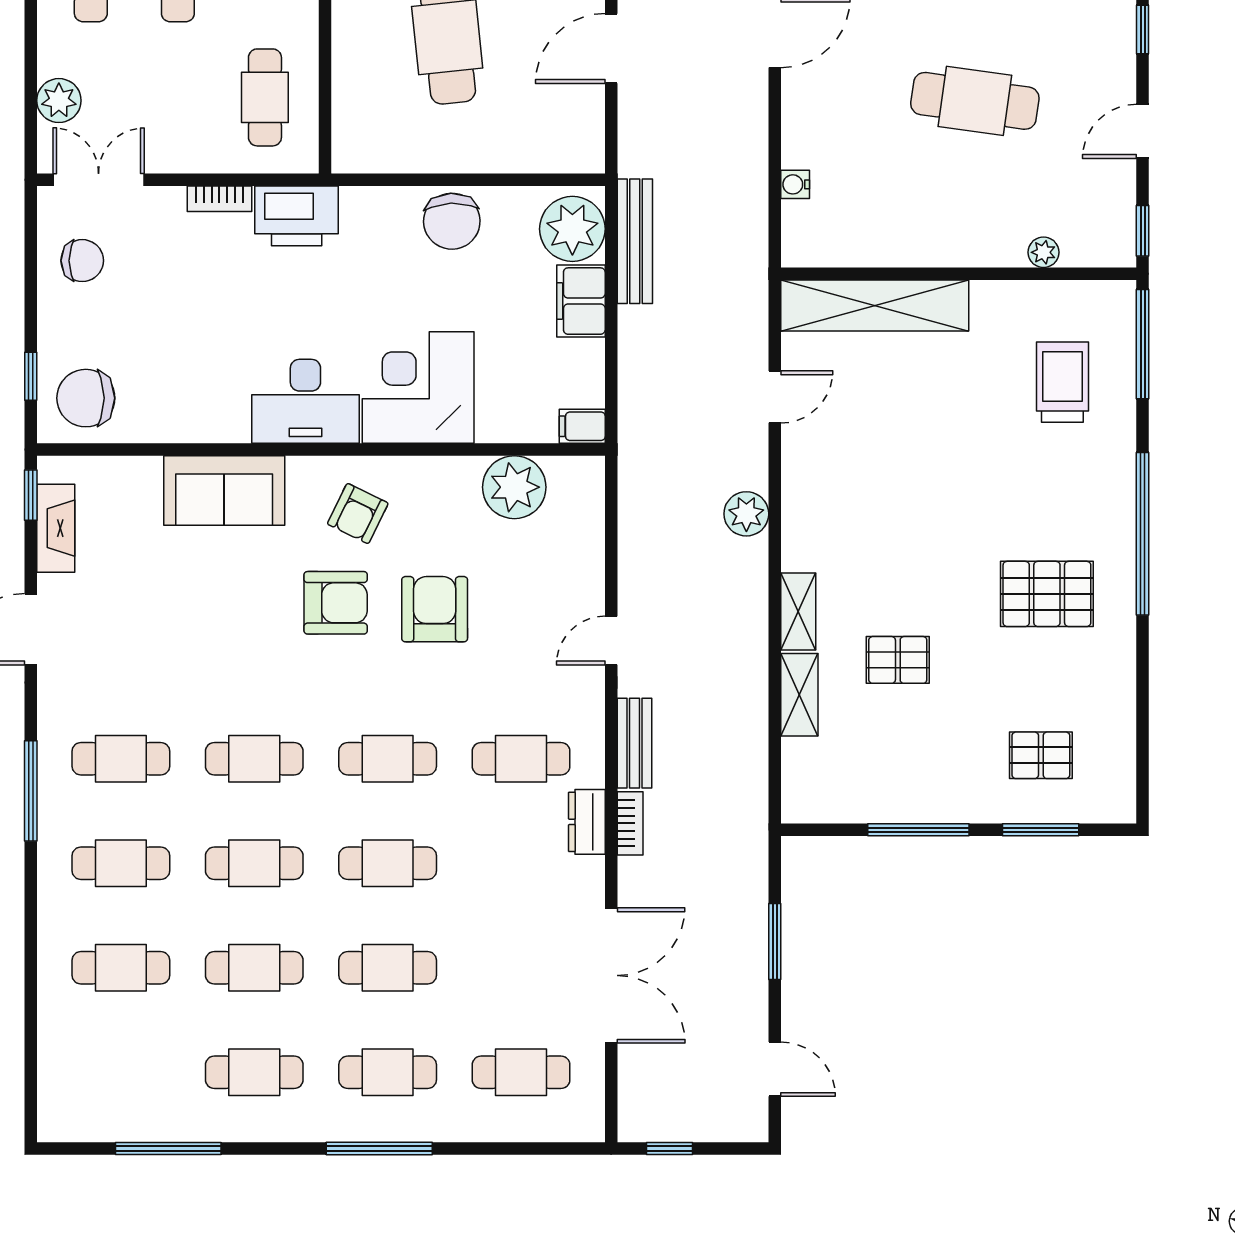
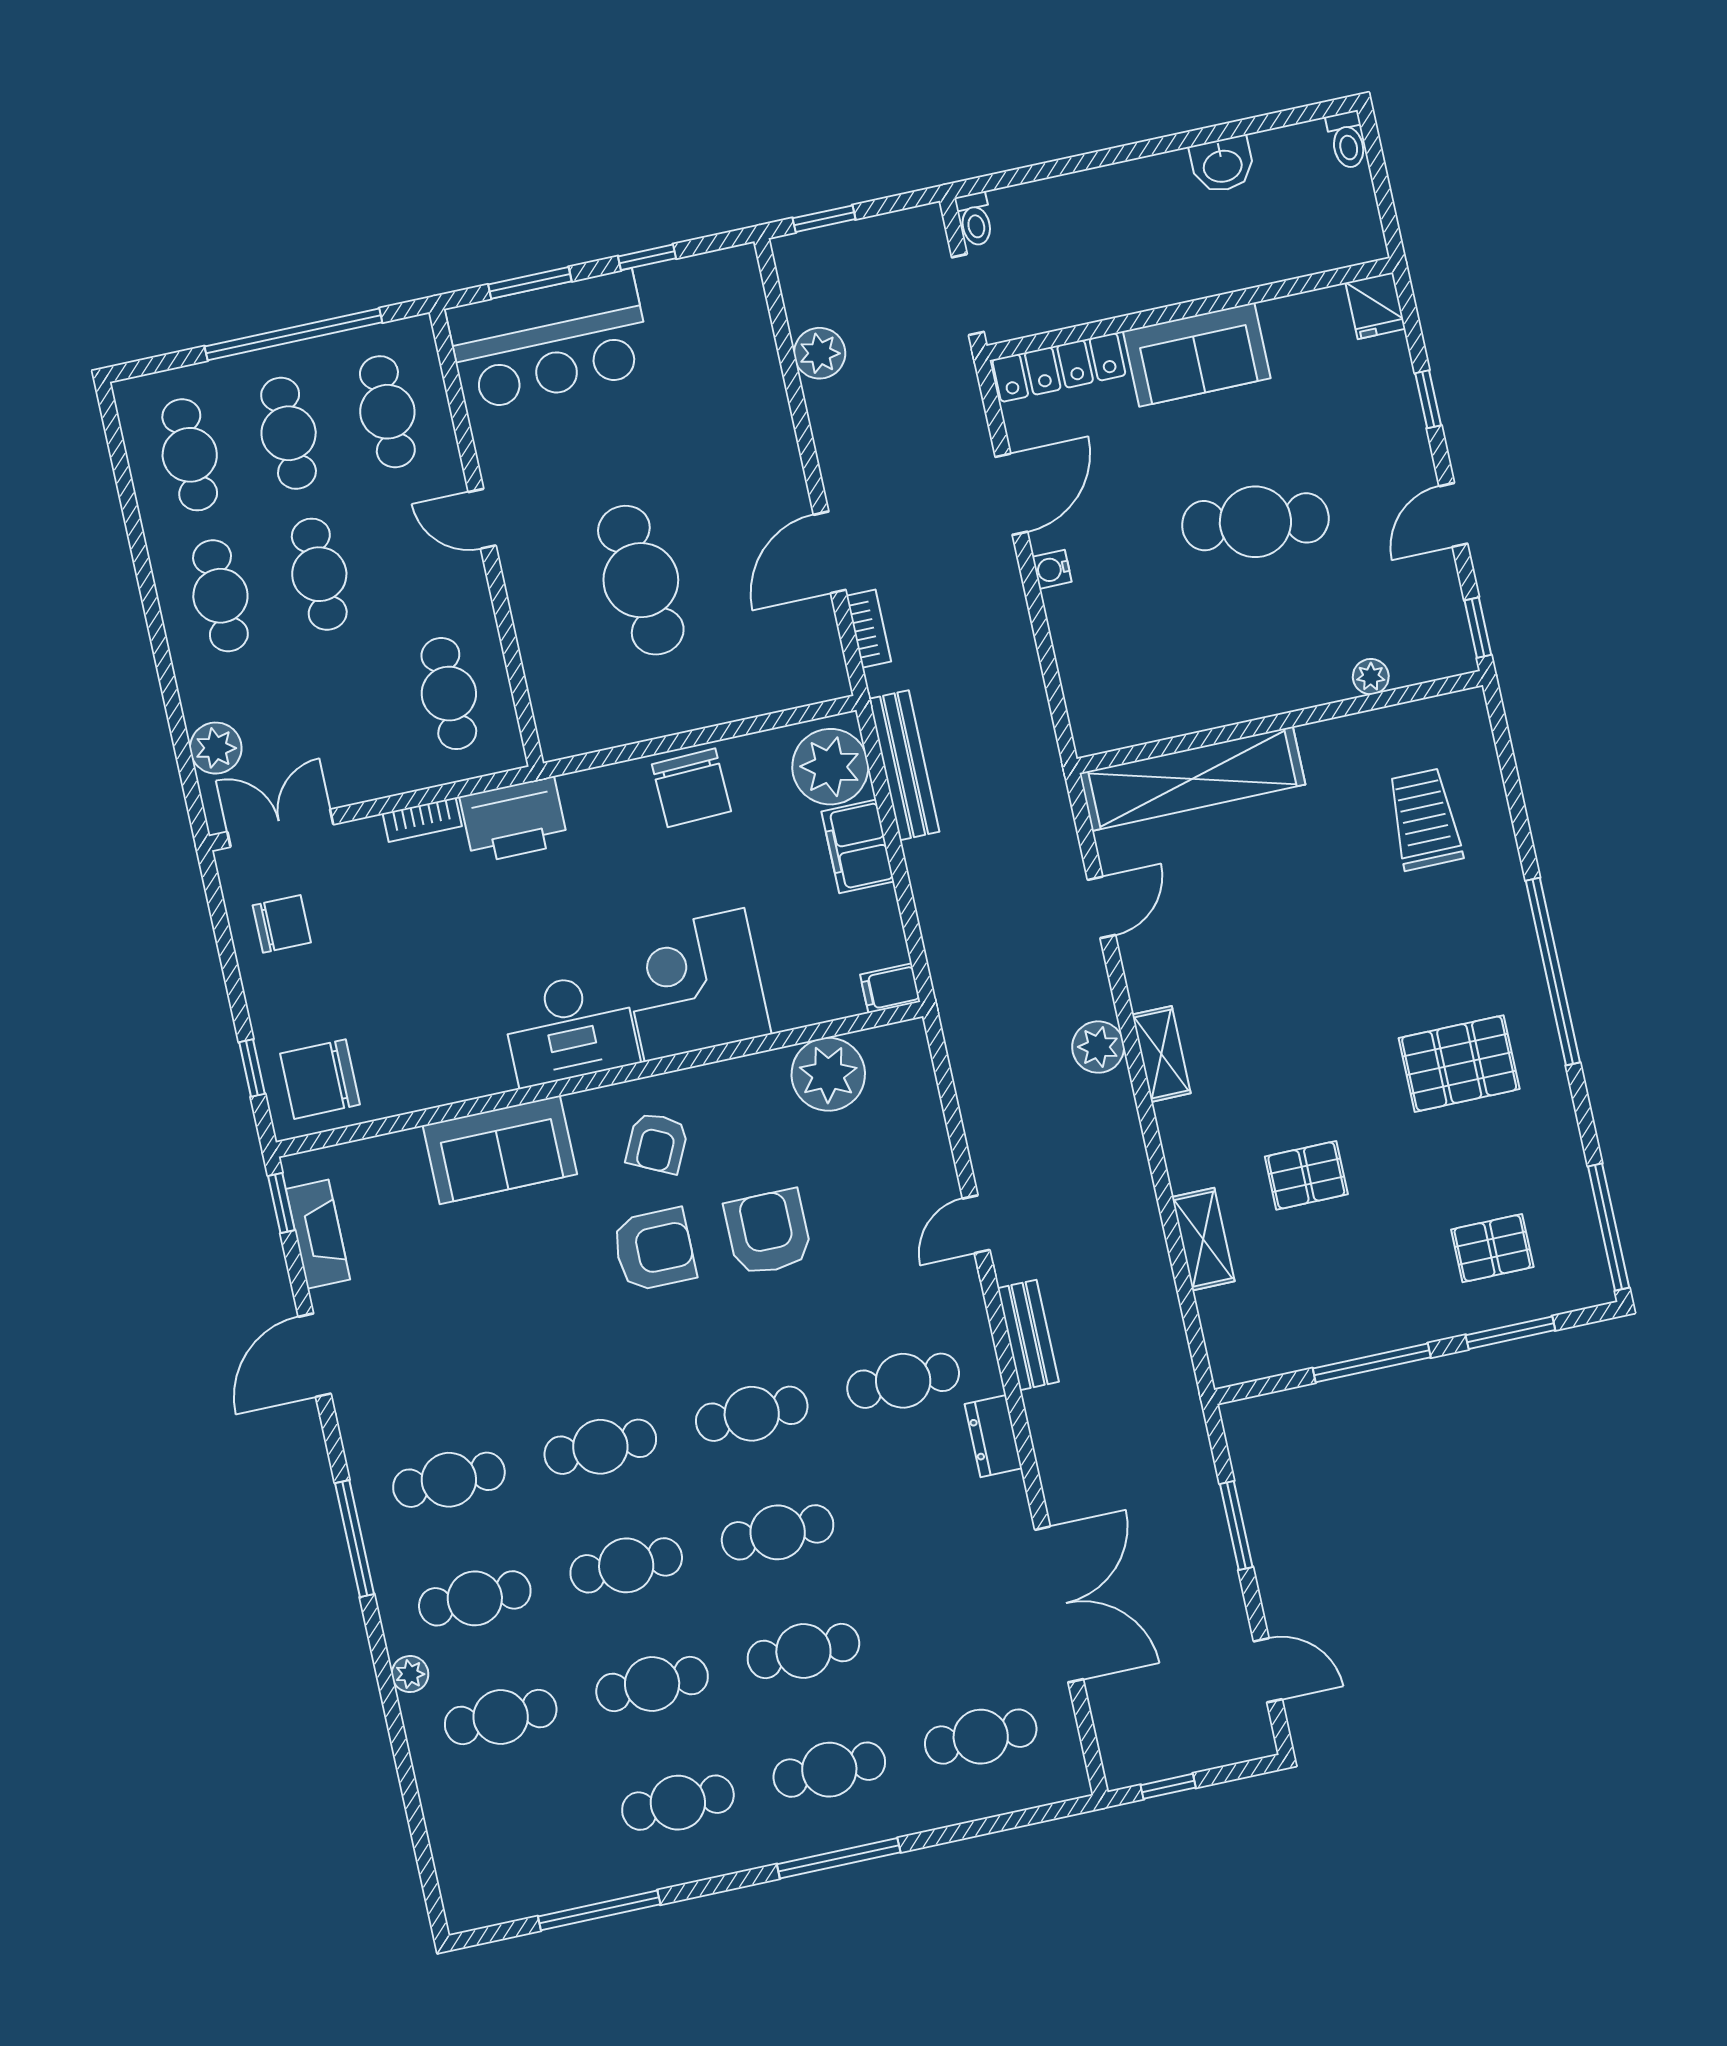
water cooler: (795, 184) -> (1052, 569), moved
window: (1143, 344) -> (1609, 1227), moved
shelving: (798, 612) -> (1161, 1054), moved
bookcase: (630, 823) -> (869, 629), moved
plant: (52, 915) -> (410, 1674), added

